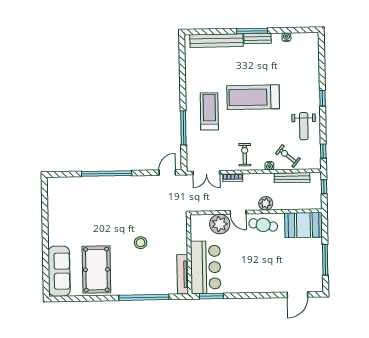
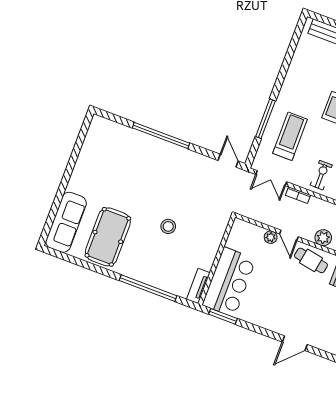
treadmill: (209, 111) -> (290, 136), moved
door: (167, 172) -> (228, 161), hinge flipped
plant: (220, 224) -> (271, 237), width x0.53, depth x0.53
tv unit: (183, 274) -> (198, 286), width x0.71
door: (297, 295) -> (295, 343), moved

